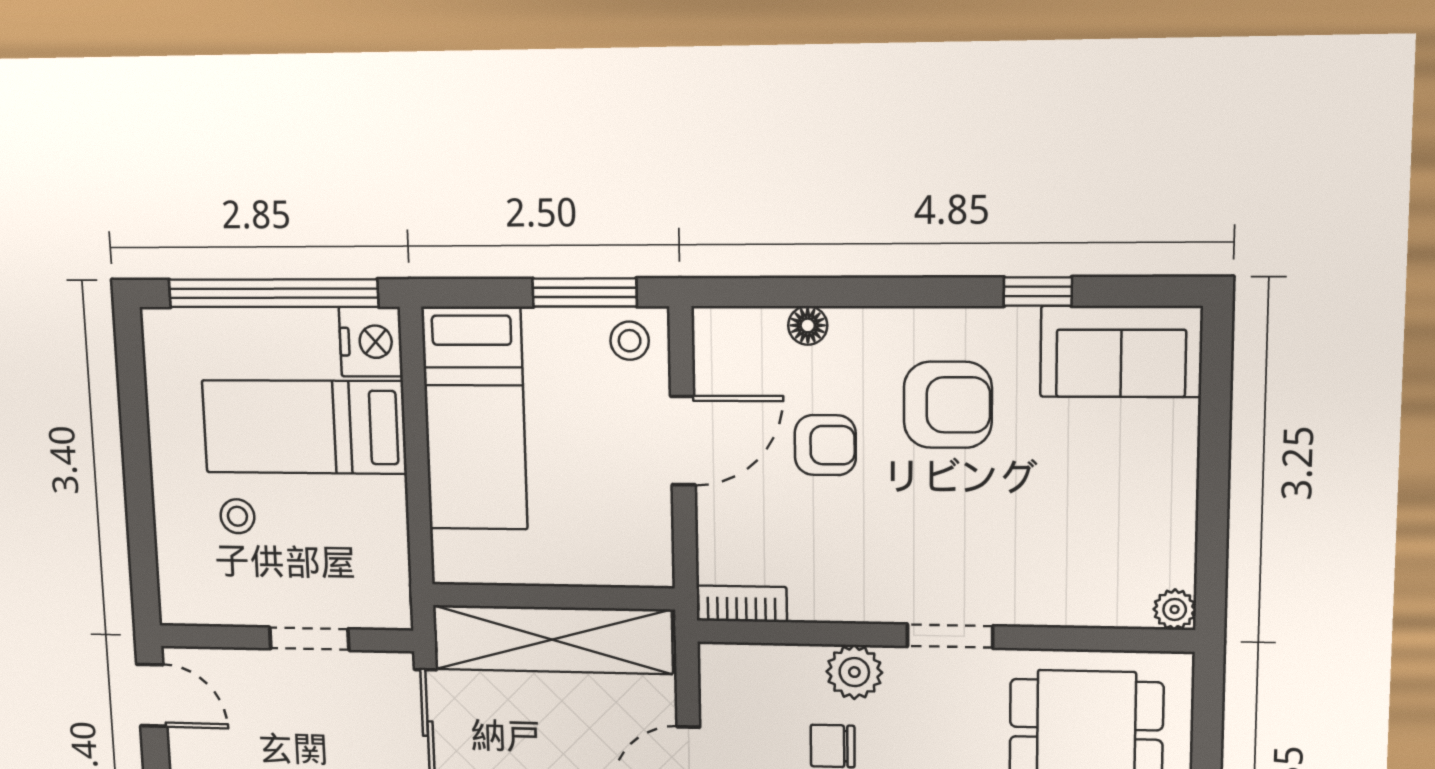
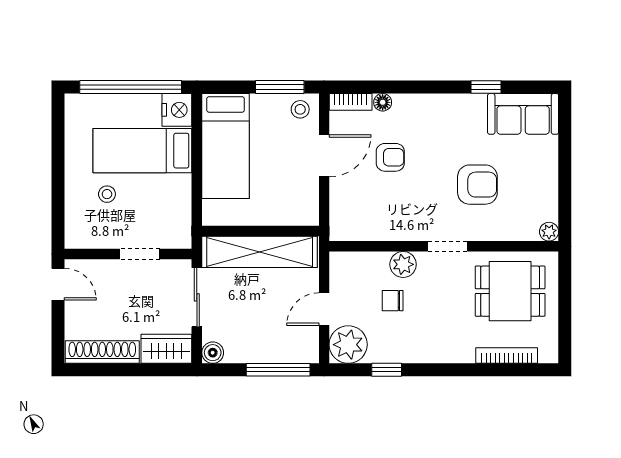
armchair: (948, 405) -> (477, 185), moved
bookcase: (742, 604) -> (351, 102), moved, turned 180

